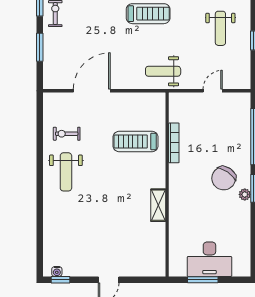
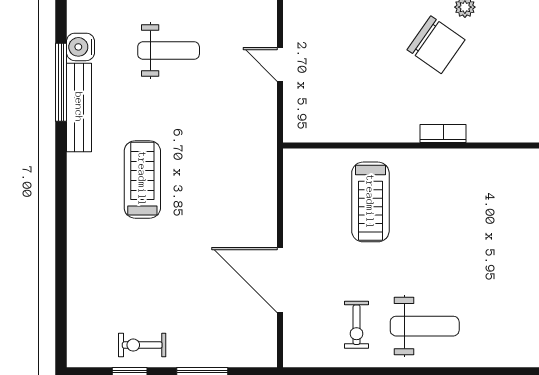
weight bench: (163, 71) -> (245, 153), removed
bookcase: (174, 143) -> (443, 134), moved, width x0.64
shelving: (158, 205) -> (484, 161), removed

